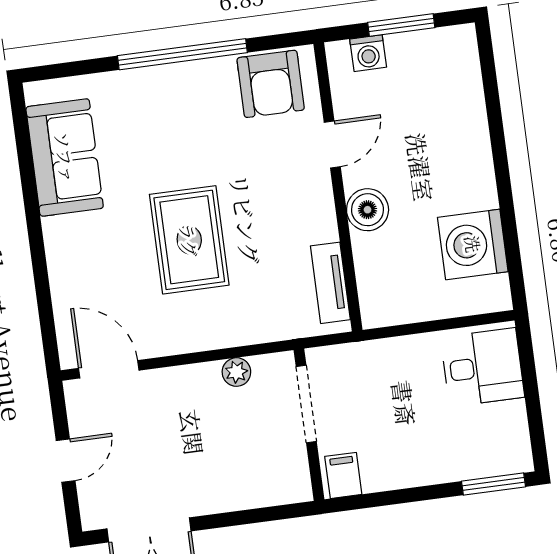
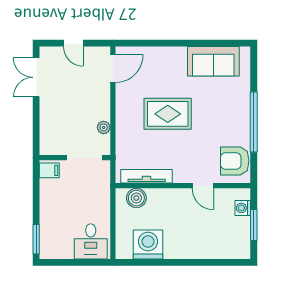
boiler: (368, 210) -> (136, 198), moved
tv unit: (330, 283) -> (147, 176), width x1.41

